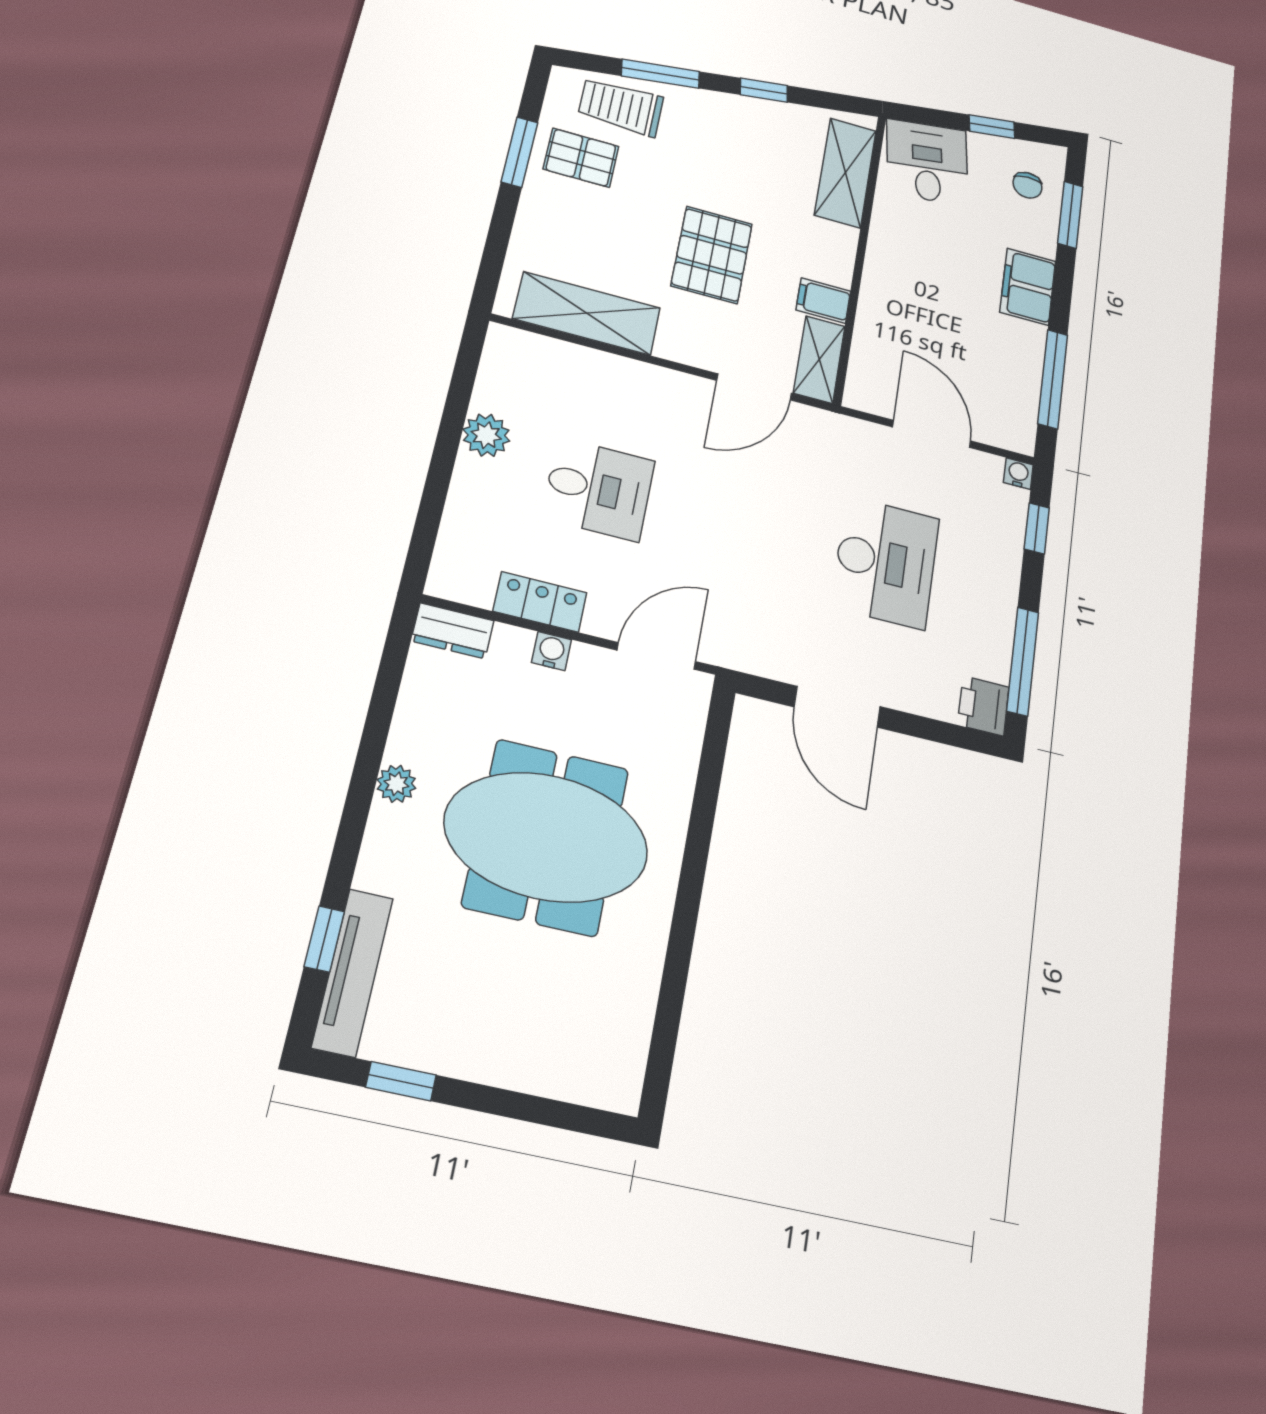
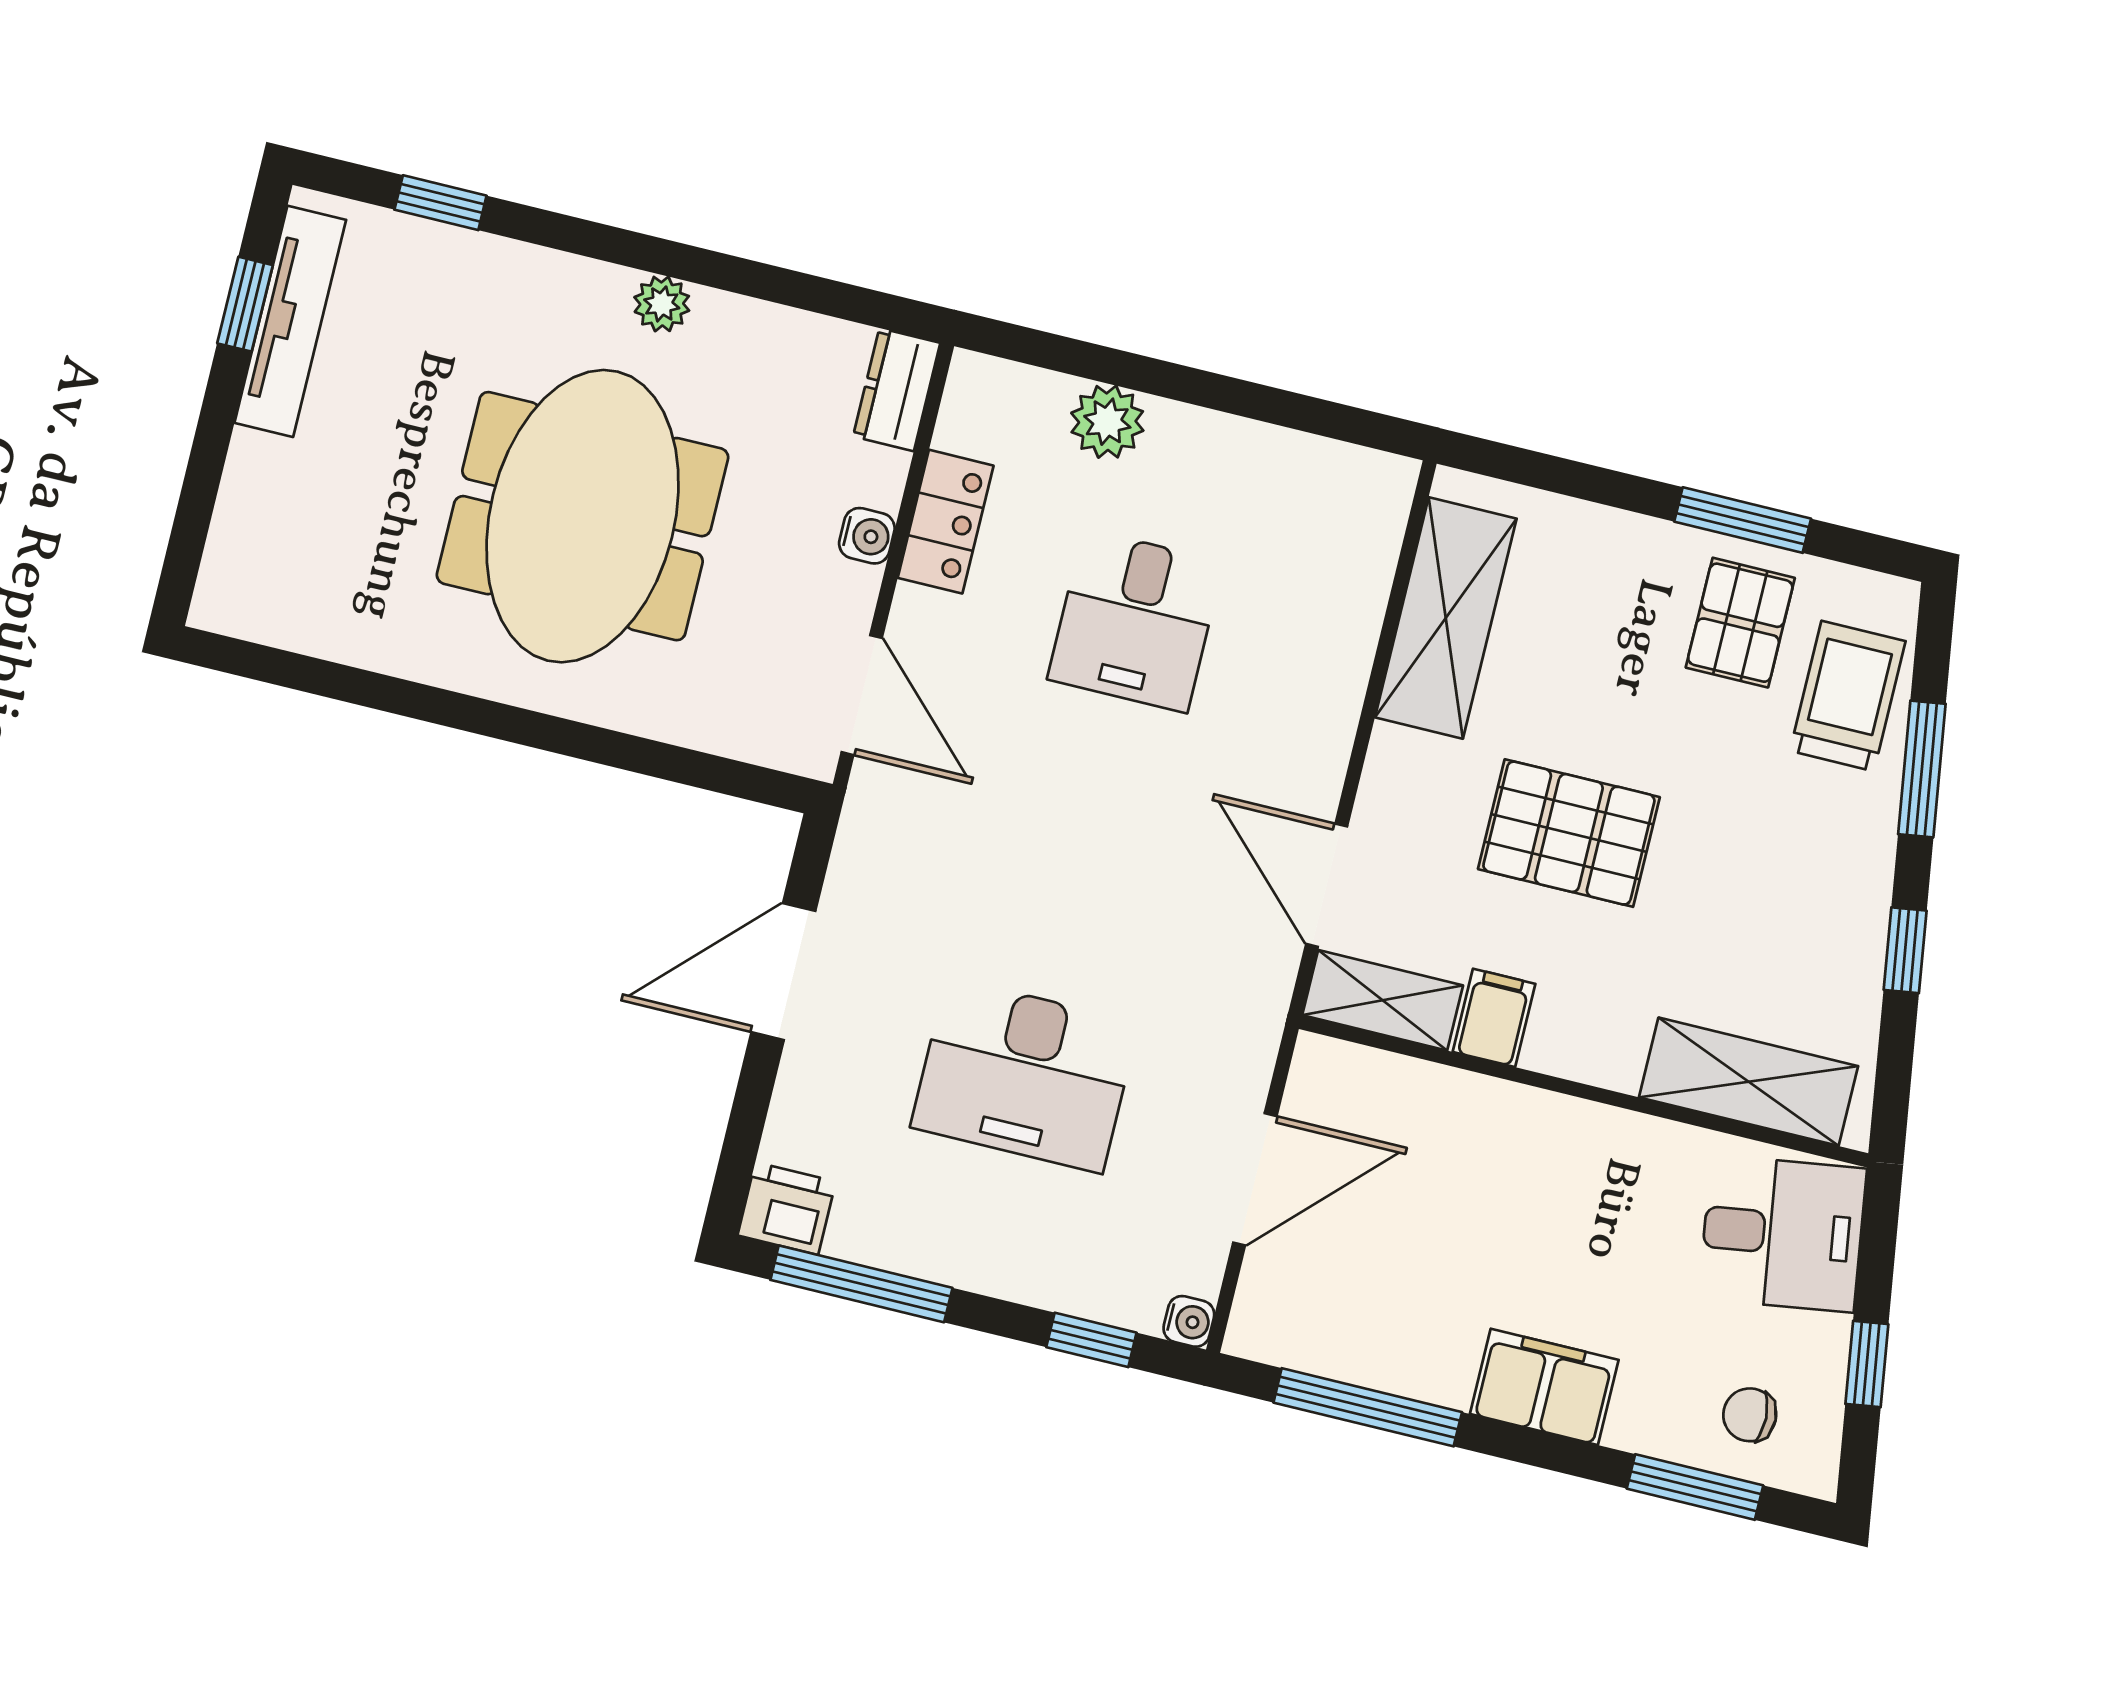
plant: (486, 435) -> (1107, 422), moved
tv unit: (353, 972) -> (290, 321), moved, turned -90

